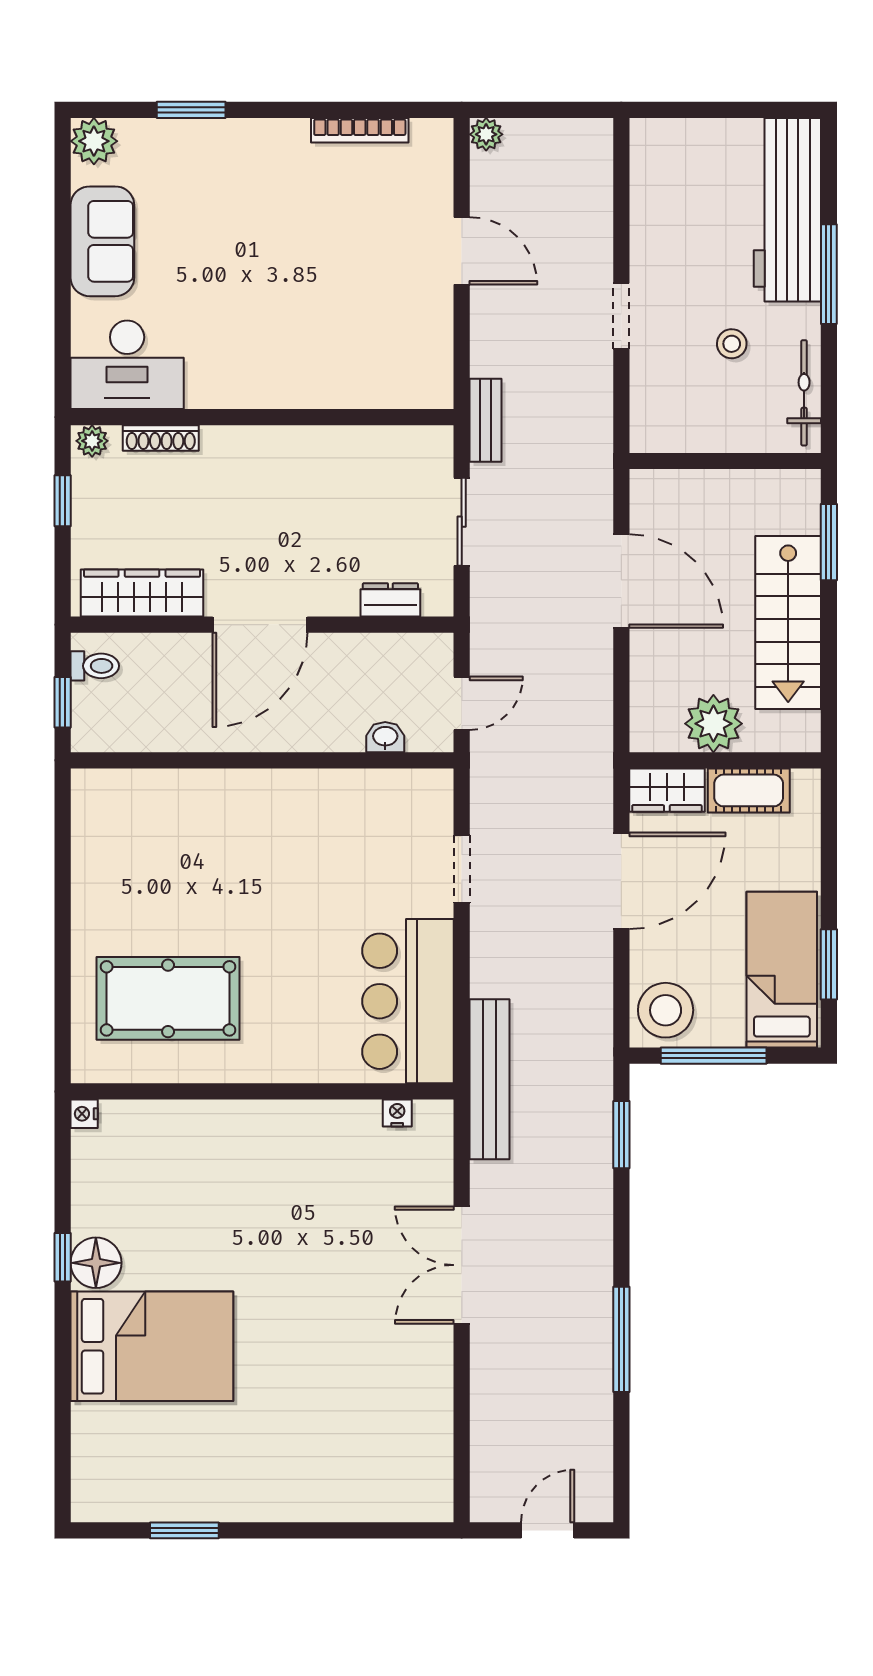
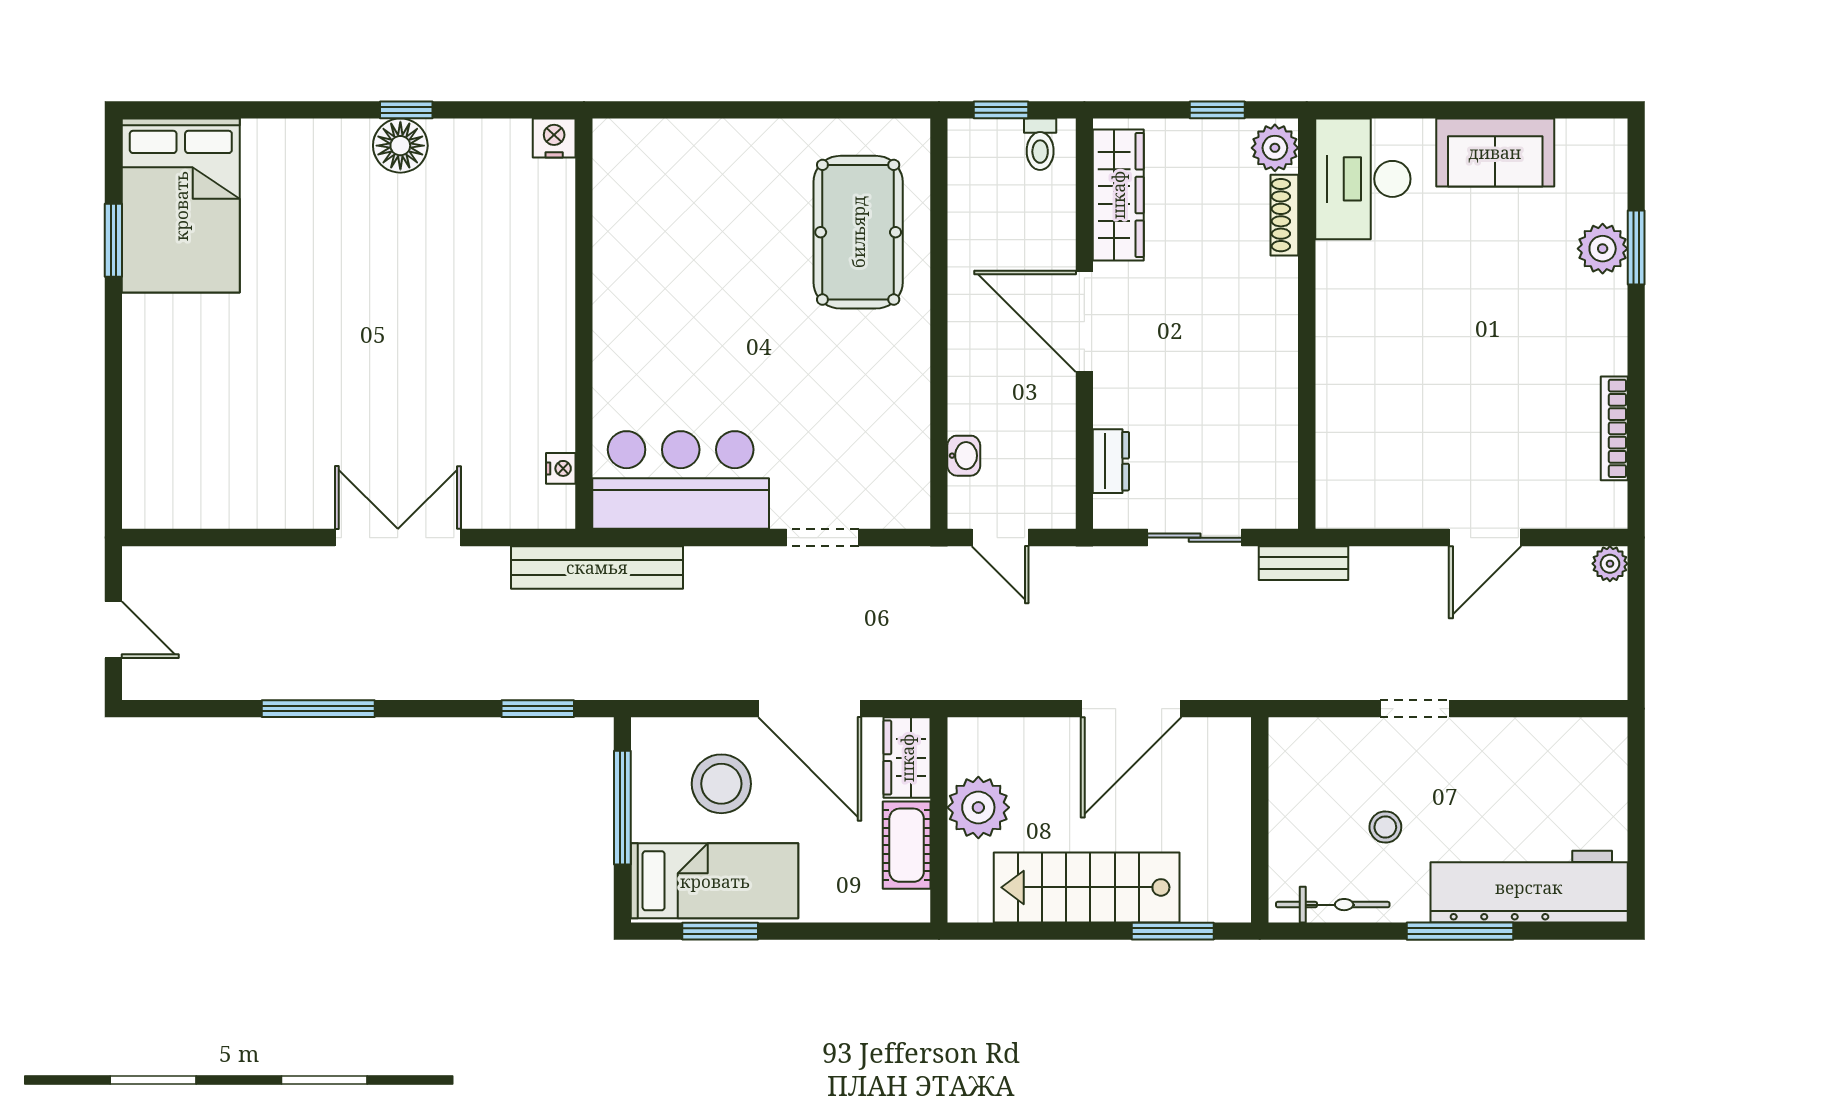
plant: (94, 141) -> (1603, 249), moved
plant: (92, 441) -> (1275, 148), width x1.38, depth x1.38
pool table: (168, 998) -> (858, 232), moved
stool: (666, 1010) -> (721, 784), moved
nightstand: (84, 1114) -> (554, 138), width x1.39, depth x1.35
bed: (152, 1346) -> (181, 206), moved

